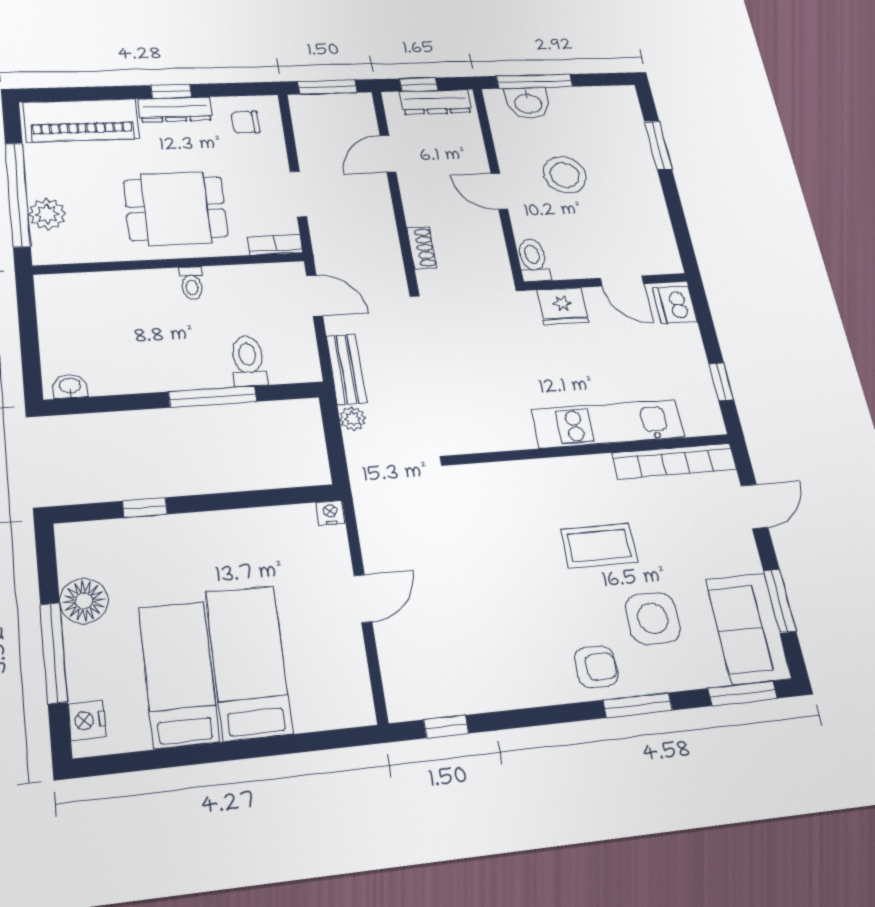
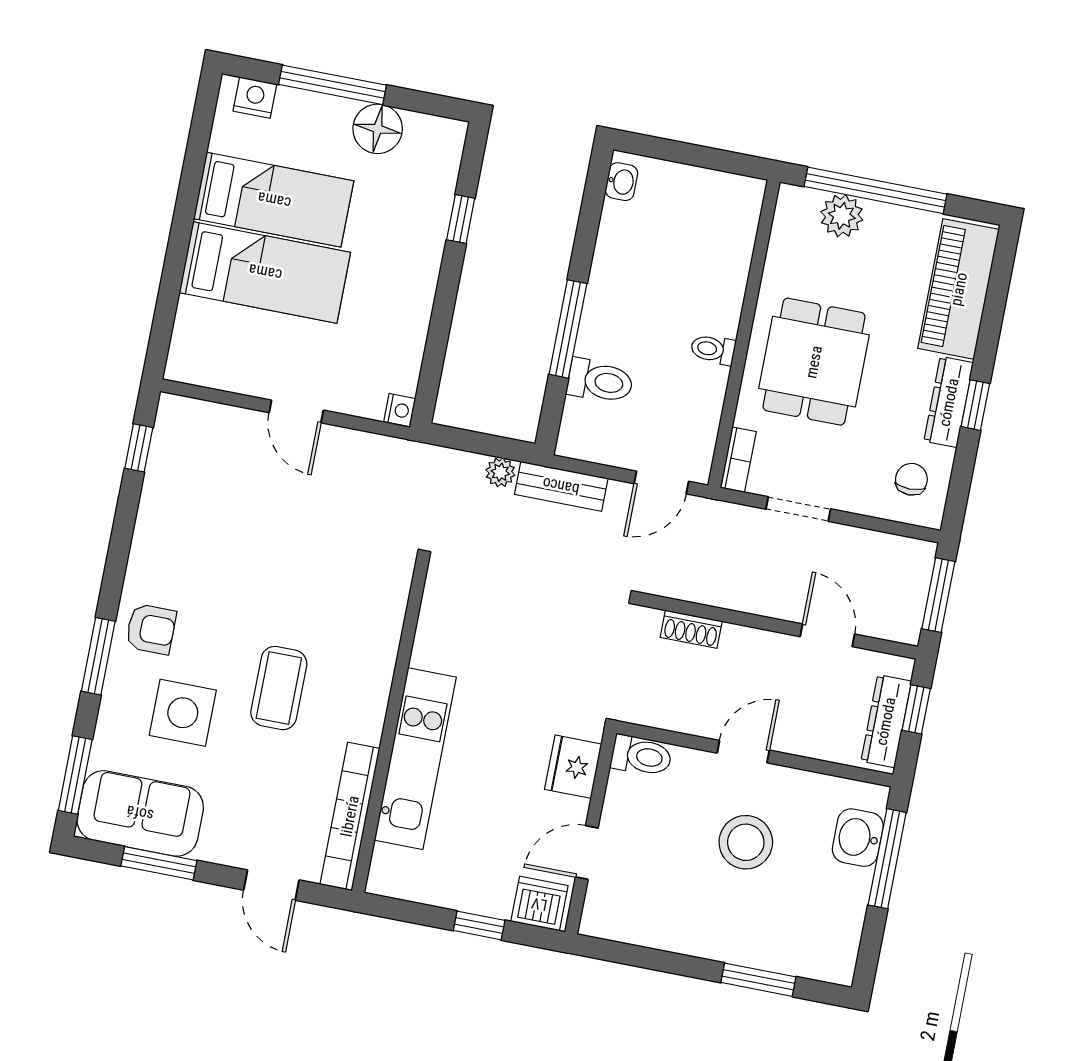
window: (721, 382) -> (479, 925), moved
armchair: (596, 667) -> (151, 629), turned -90

